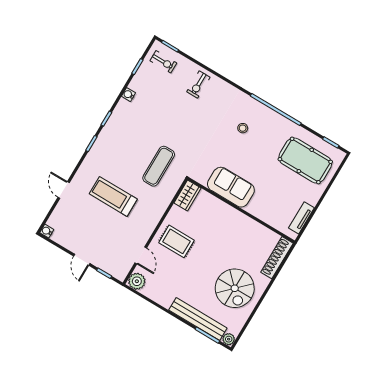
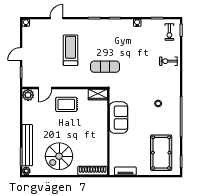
rug: (177, 241) -> (66, 104), turned 90

